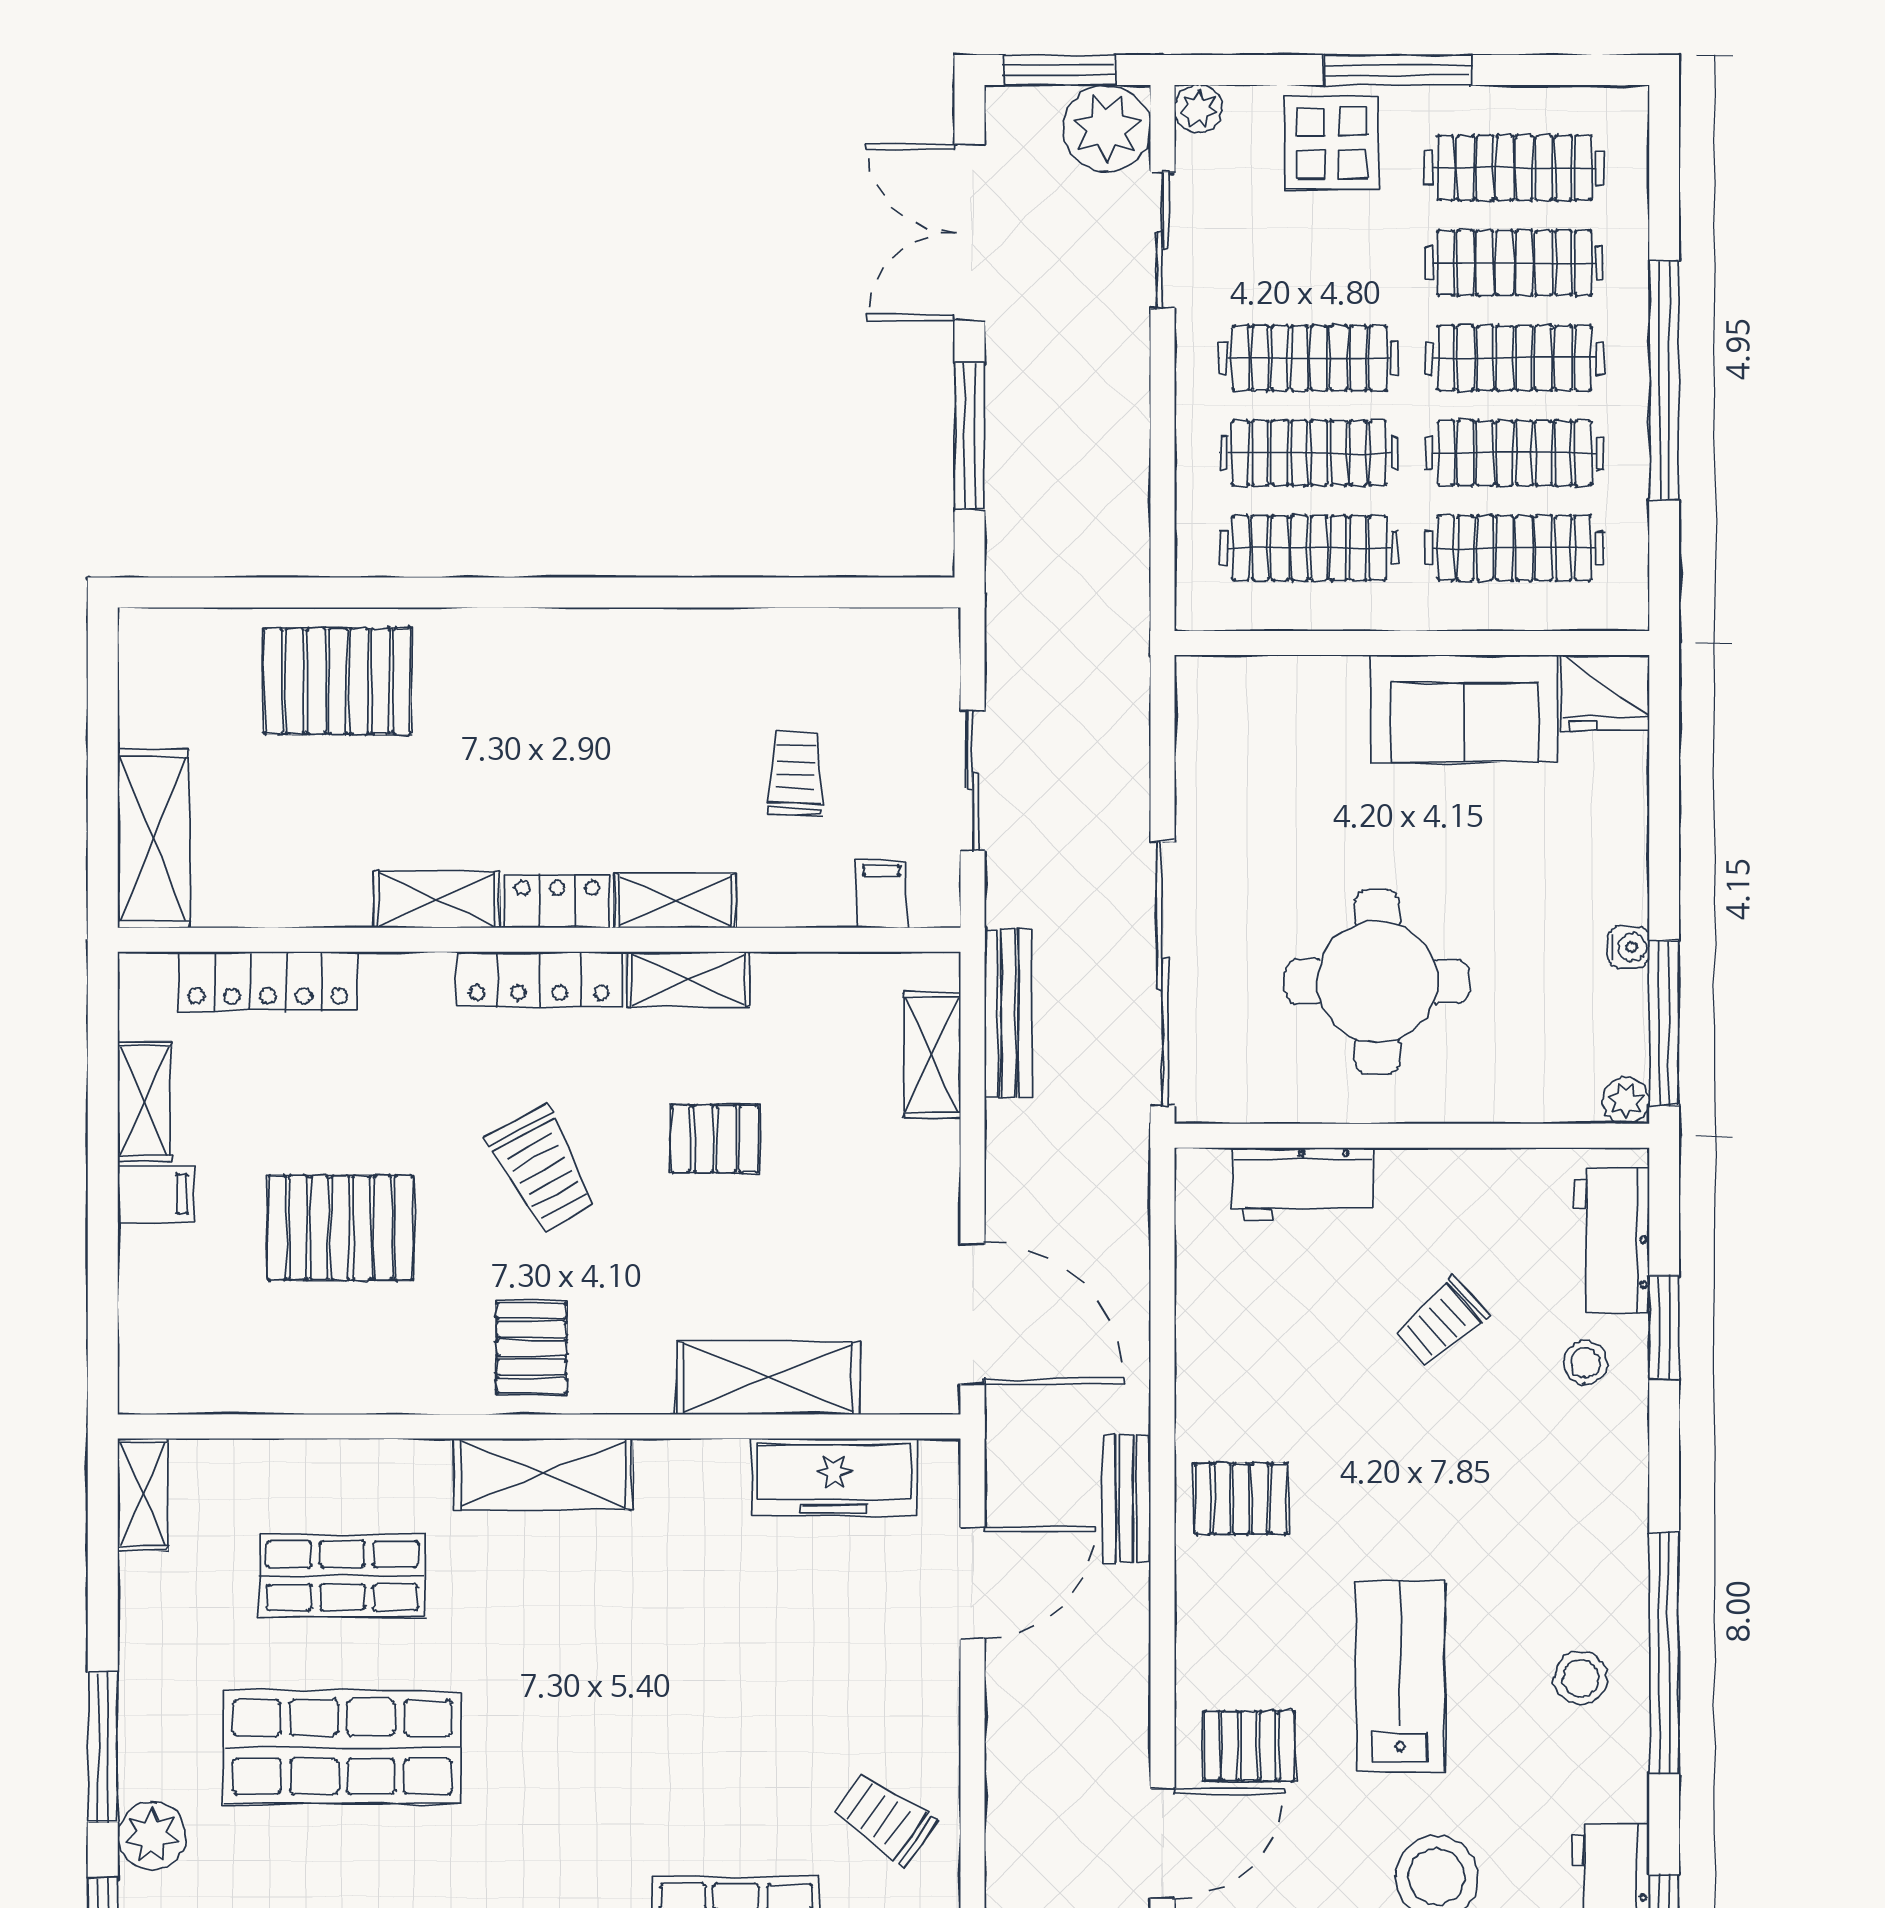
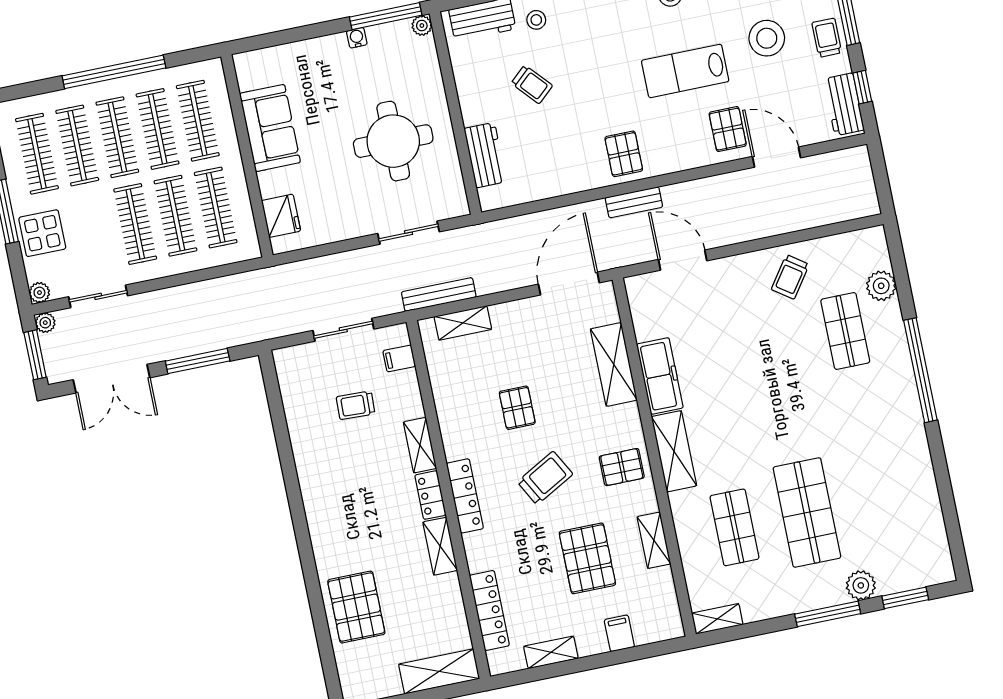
plant: (1107, 128) -> (45, 323), width x0.53, depth x0.53
fridge: (1605, 693) -> (281, 216), moved
sliding door: (1162, 974) -> (408, 233), width x0.54
shelving: (688, 979) -> (654, 540), moved
filing cabinet: (156, 1194) -> (619, 633), moved
freezer: (834, 1477) -> (660, 376), moved

